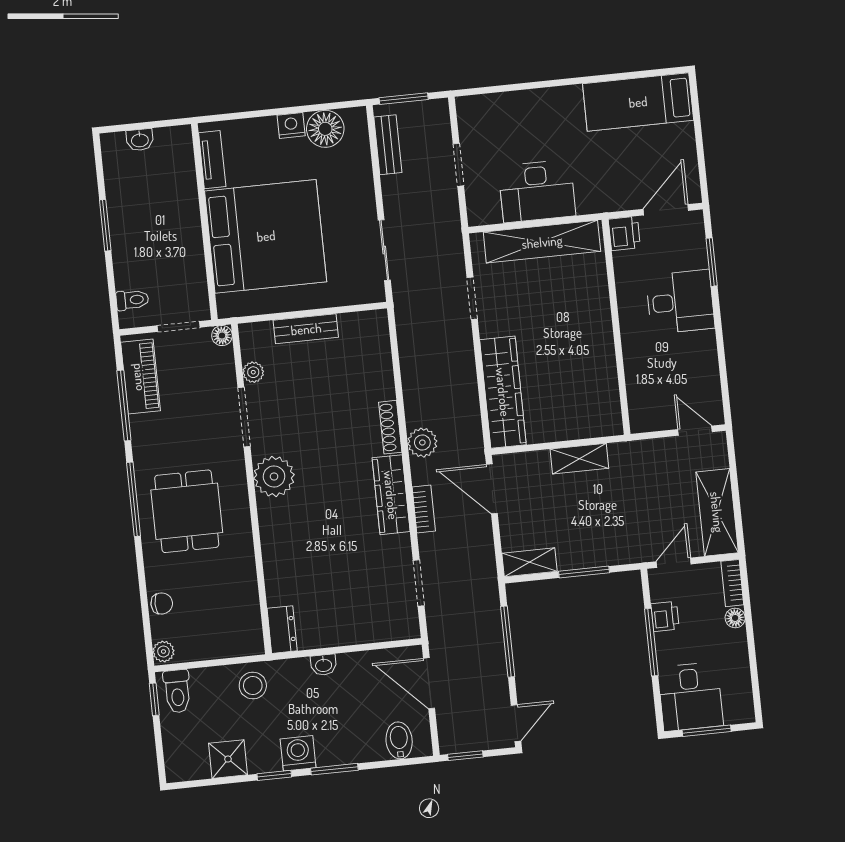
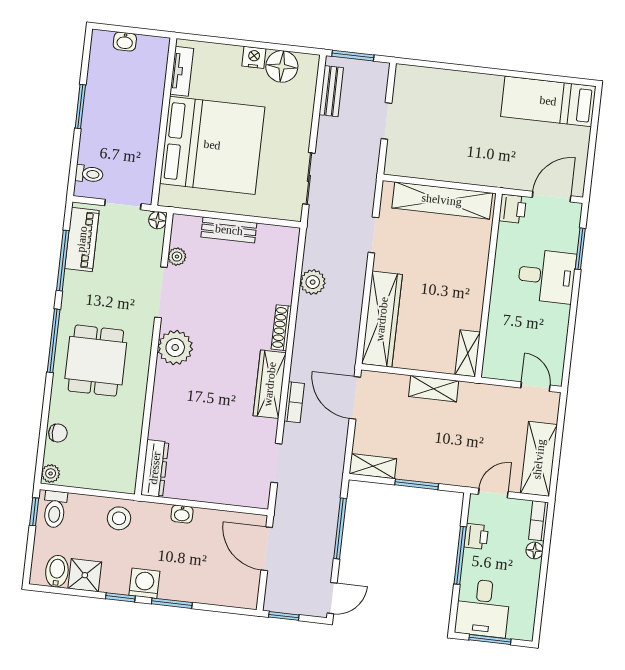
desk: (537, 191) -> (447, 157), removed
shelving: (609, 410) -> (468, 353), added
plant: (422, 443) -> (313, 282), moved
dresser: (282, 630) -> (155, 468), width x1.44
bidet: (399, 740) -> (57, 571), moved

